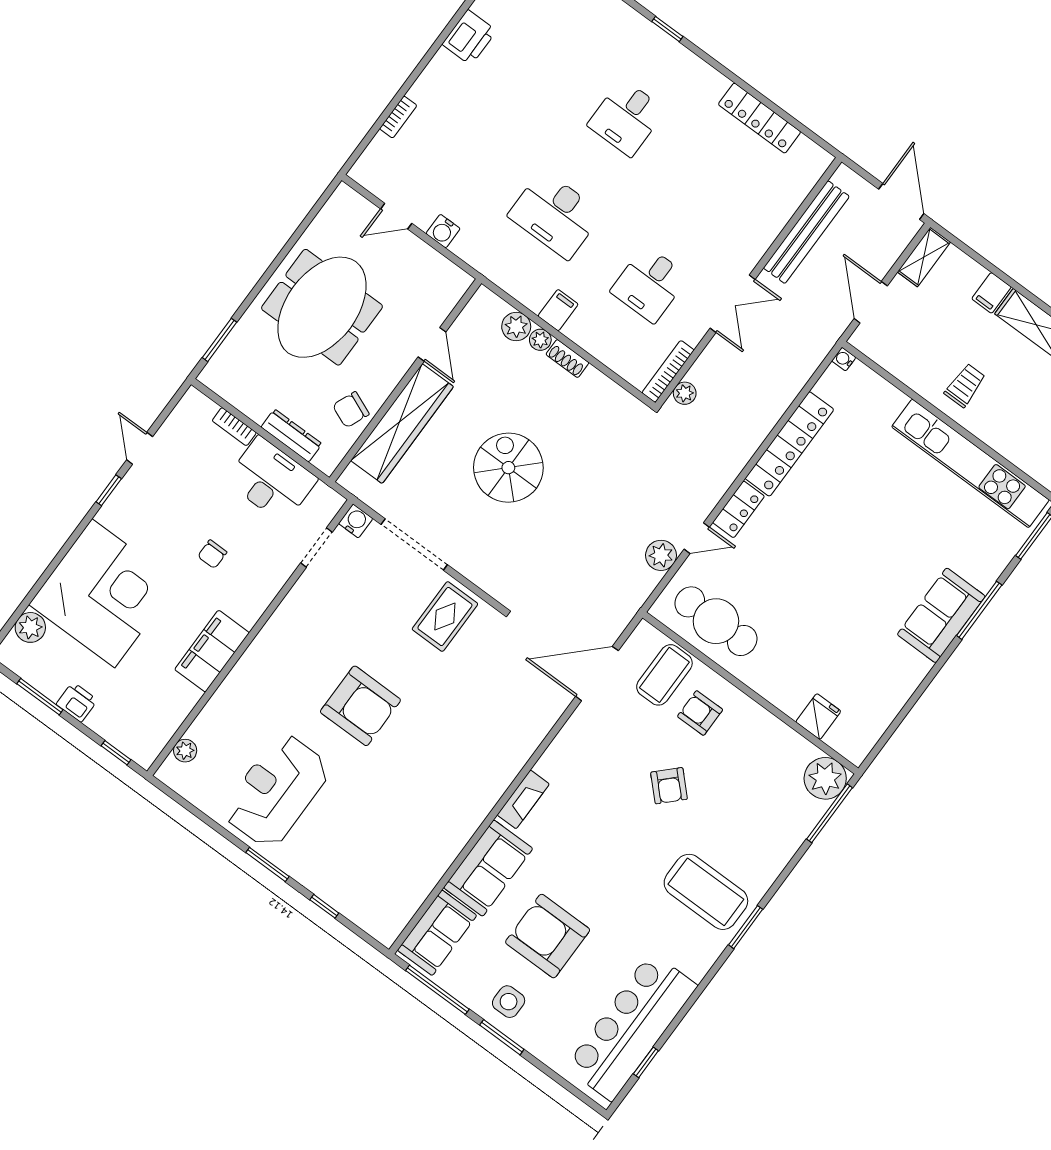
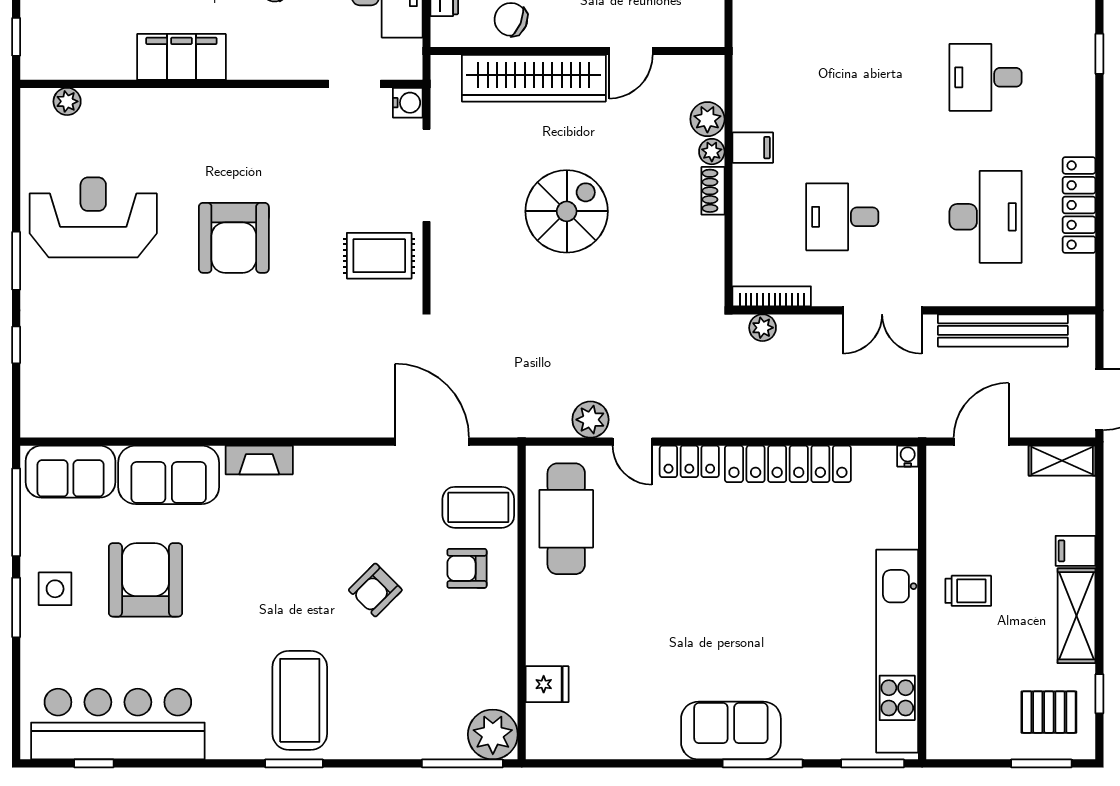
desk: (555, 214) -> (986, 217), moved, turned 180
armchair: (700, 713) -> (467, 568), turned -90

